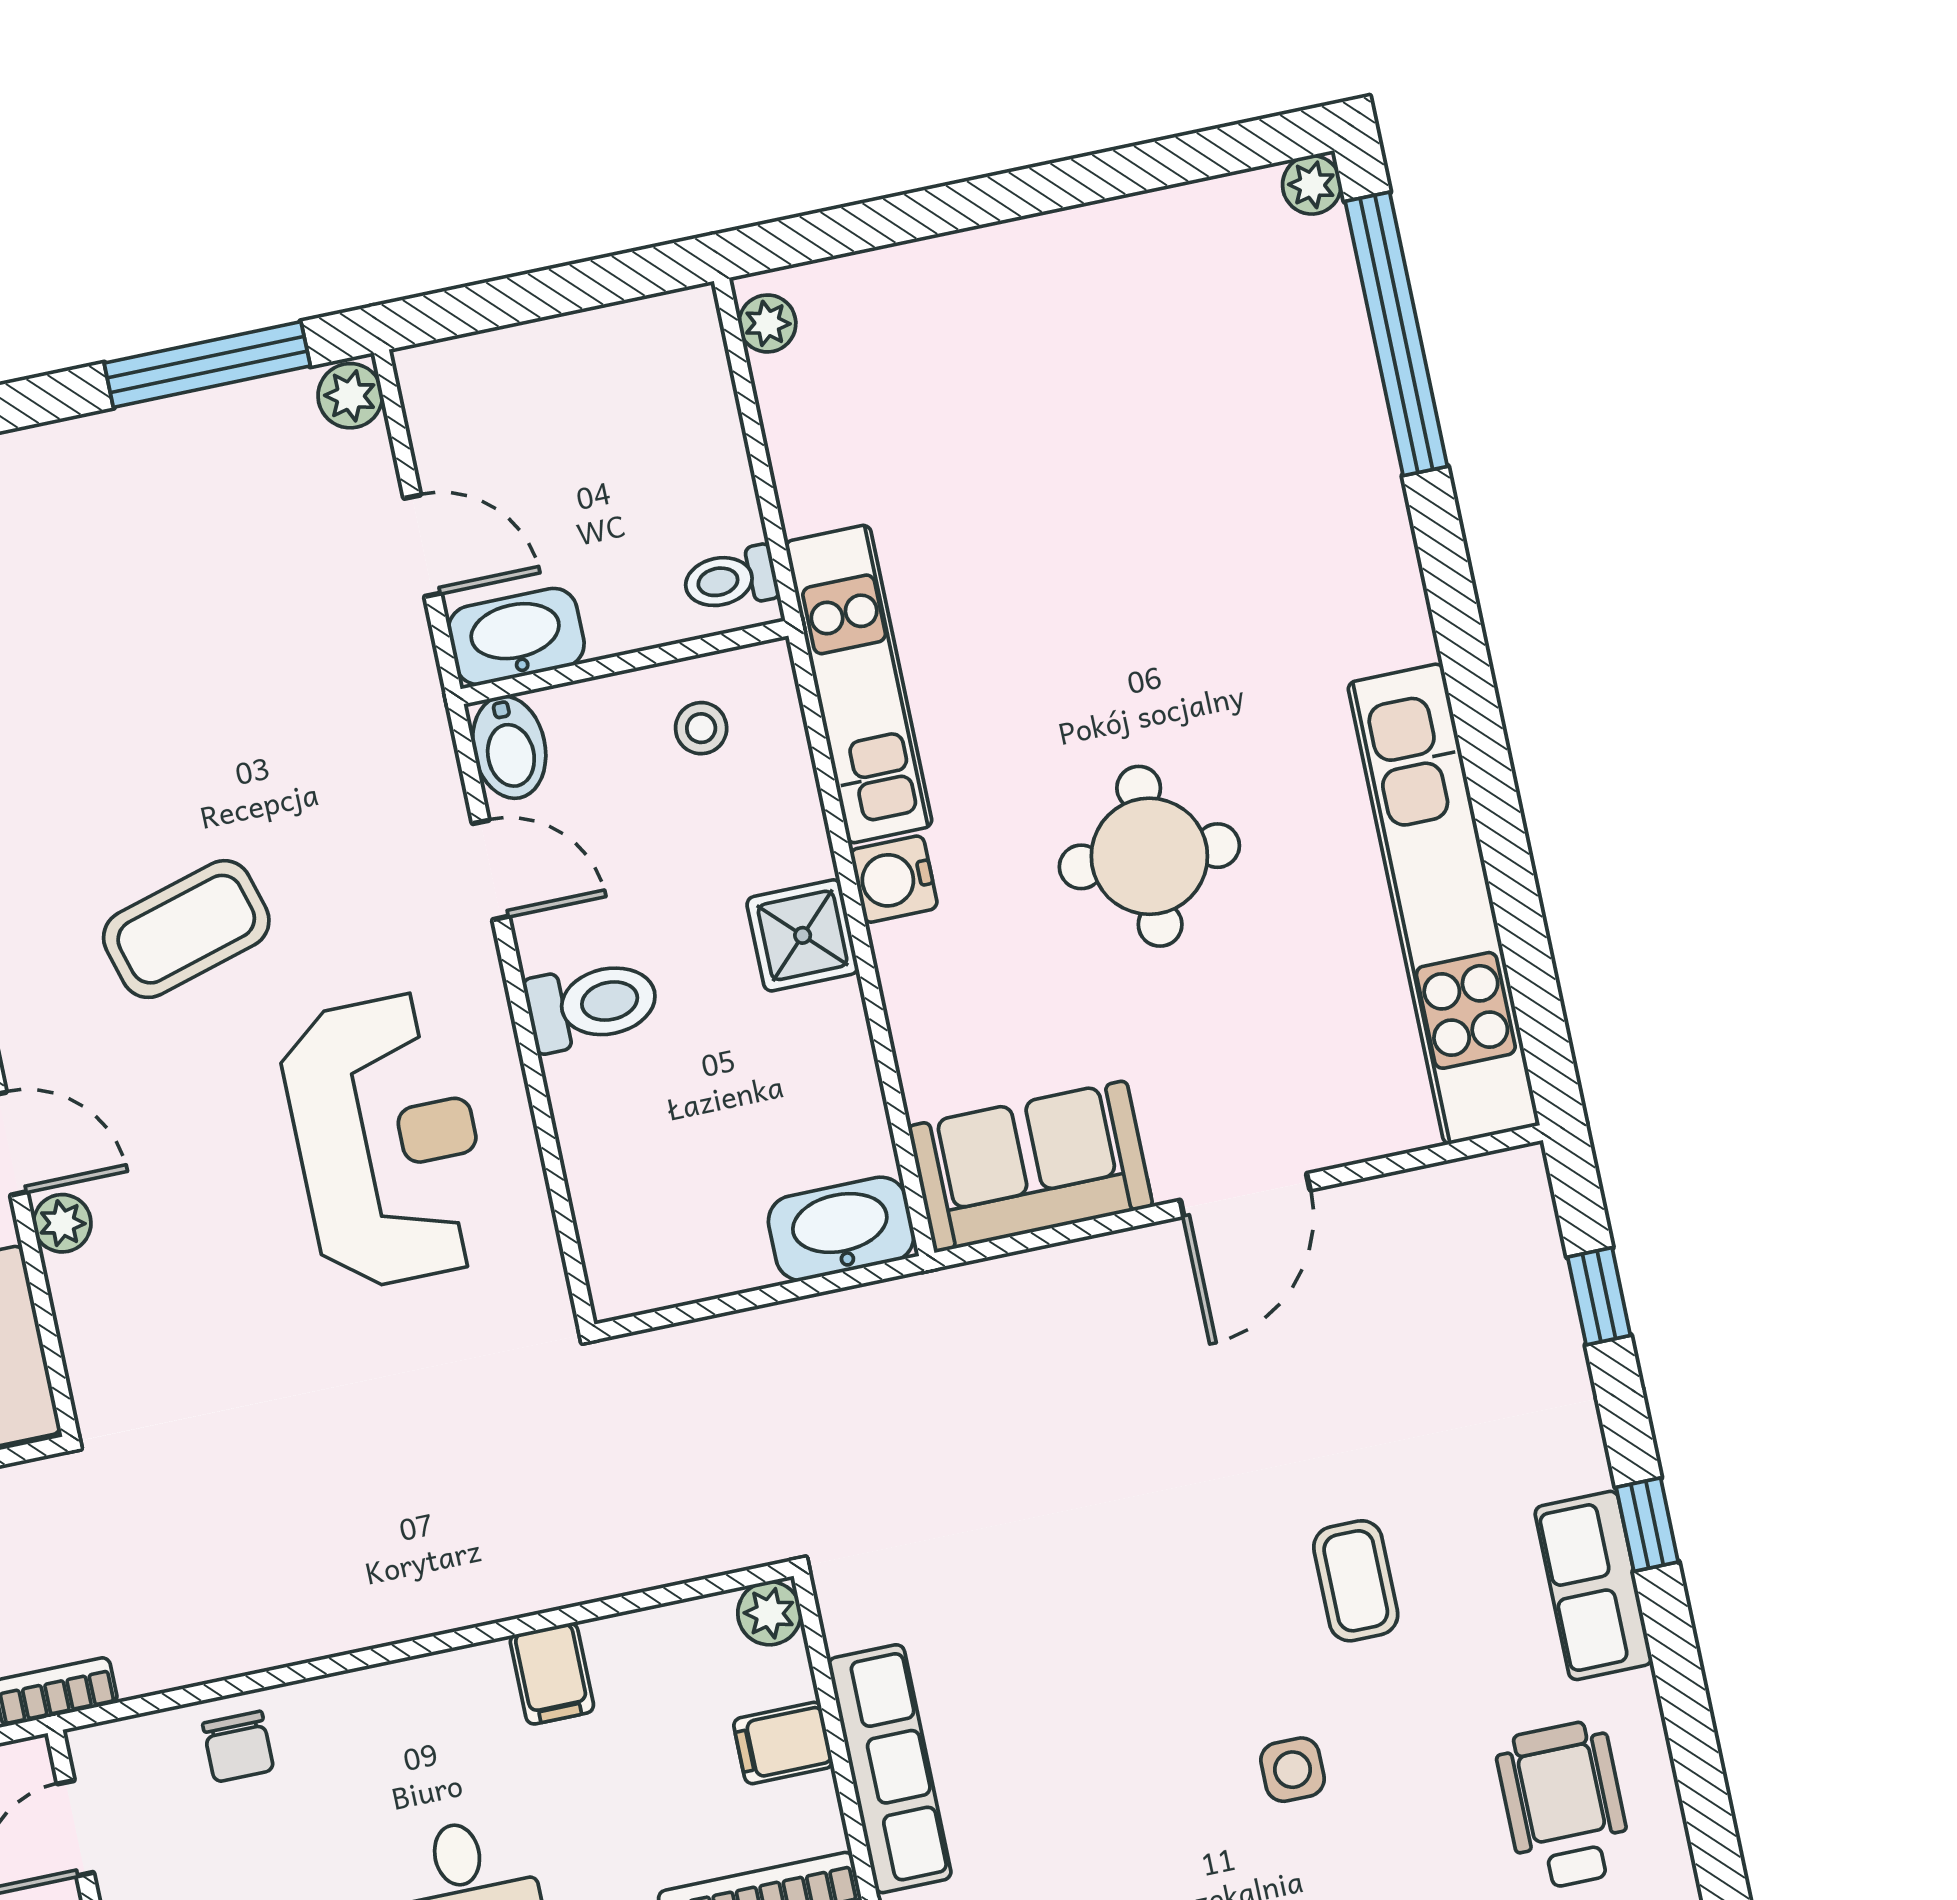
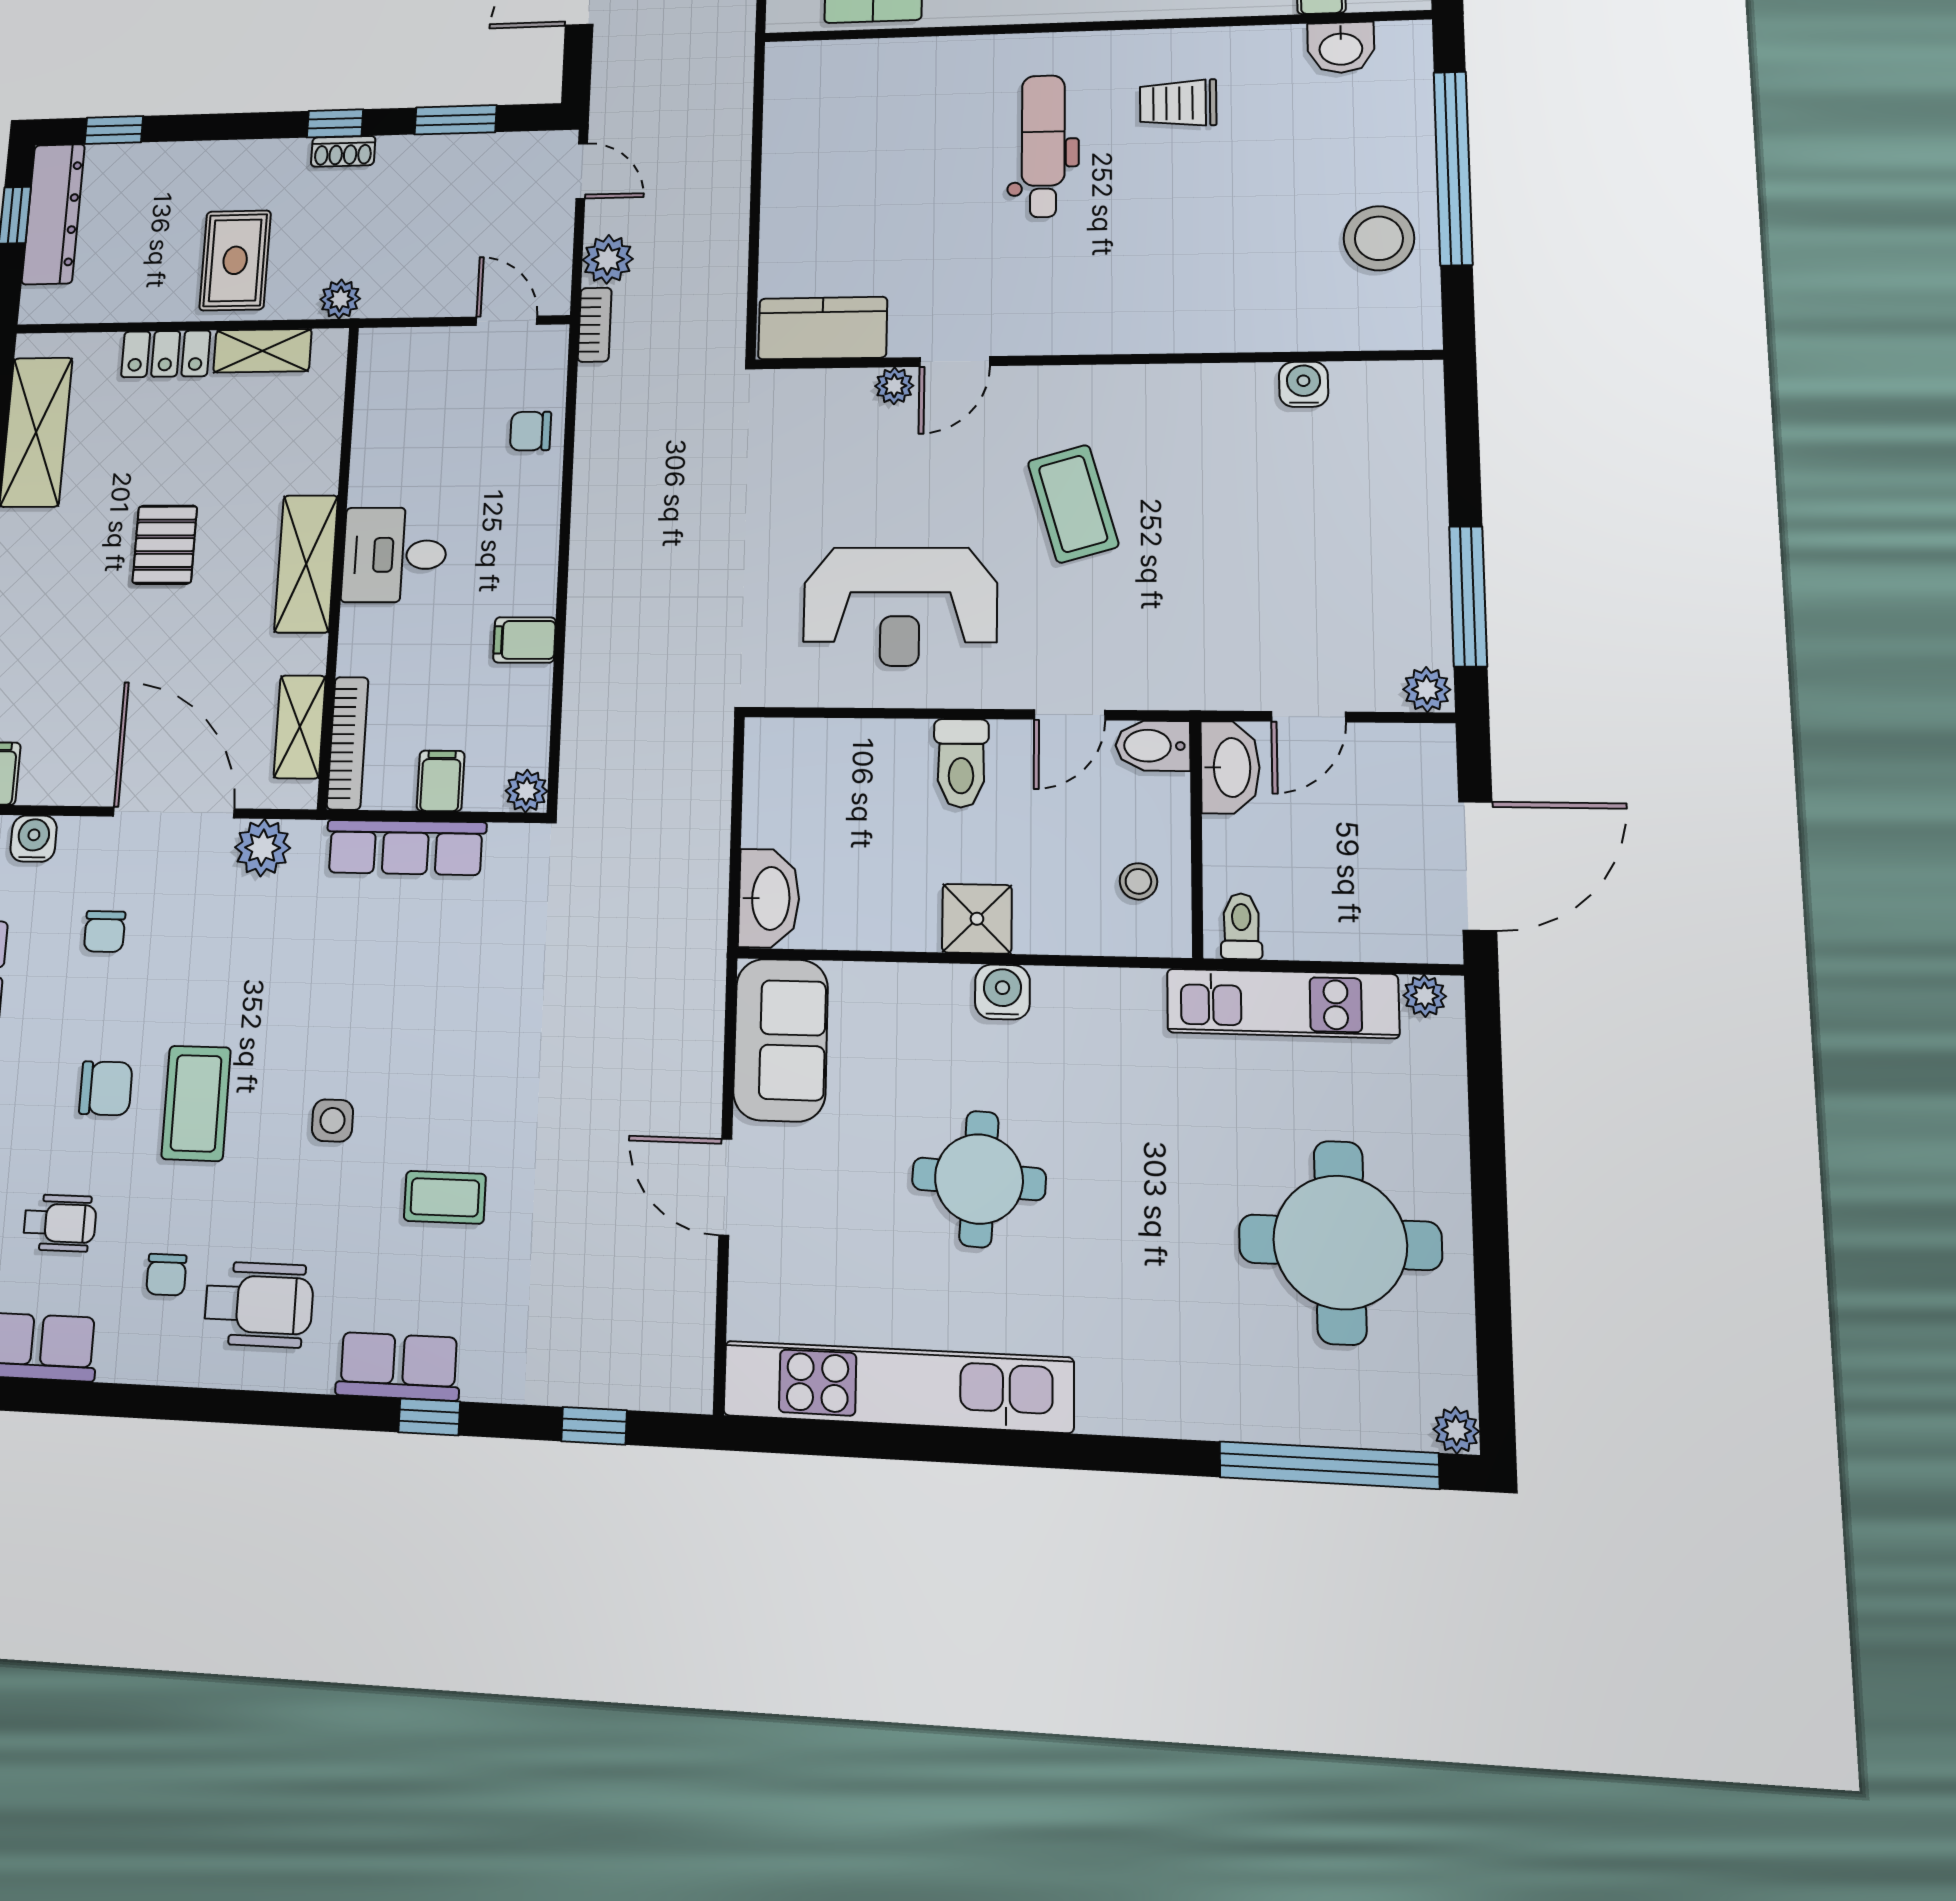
door: (578, 287) -> (1478, 866), added
round table: (1114, 372) -> (1340, 1242), added
kitchen unit: (859, 684) -> (1282, 1003), moved

